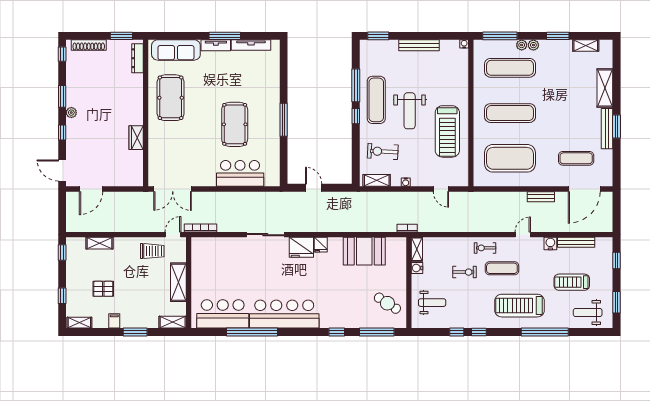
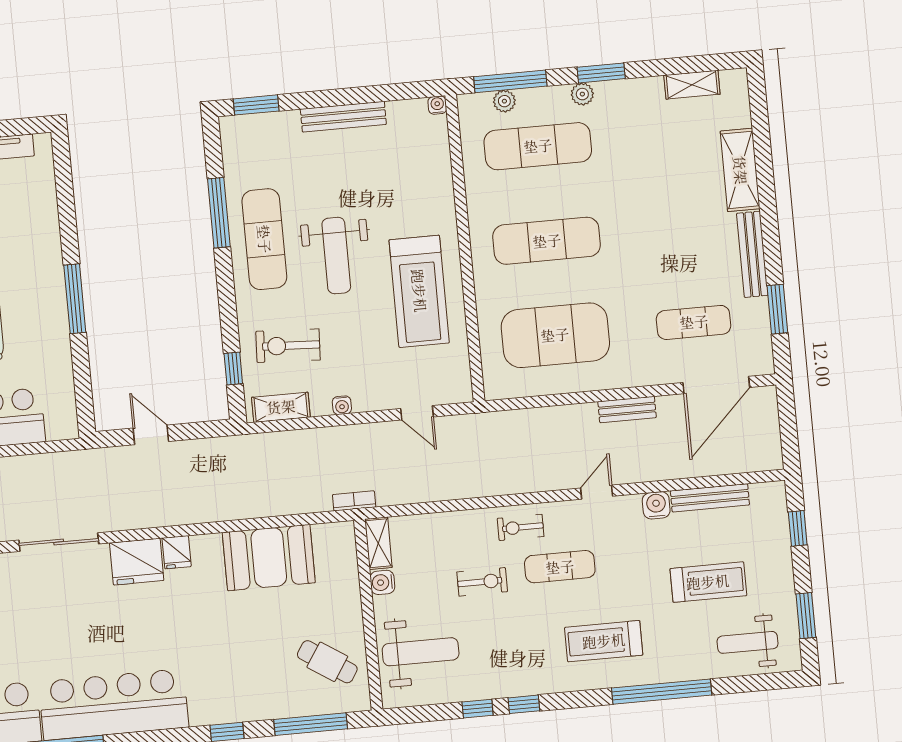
window: (558, 36) -> (601, 73), moved
plant: (522, 45) -> (504, 101), moved
window: (356, 116) -> (233, 368), moved
window: (616, 127) -> (777, 309), moved
treadmill: (572, 282) -> (708, 582), turned 180
weight bench: (432, 303) -> (421, 652), width x1.36, depth x1.33
treadmill: (519, 306) -> (604, 641), width x0.73, depth x0.73

